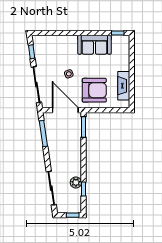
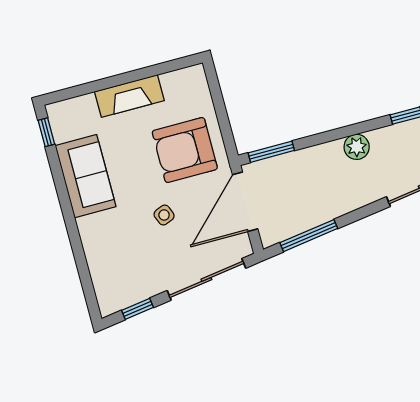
fireplace: (124, 86) -> (129, 96), moved
armchair: (94, 90) -> (185, 150), turned -90
plant: (76, 182) -> (357, 147), moved

